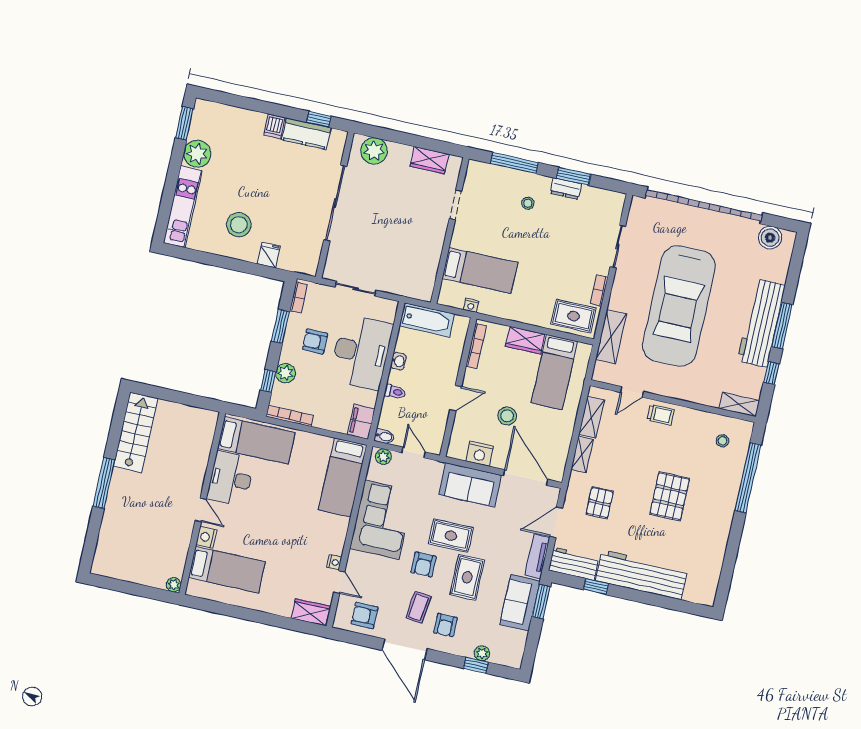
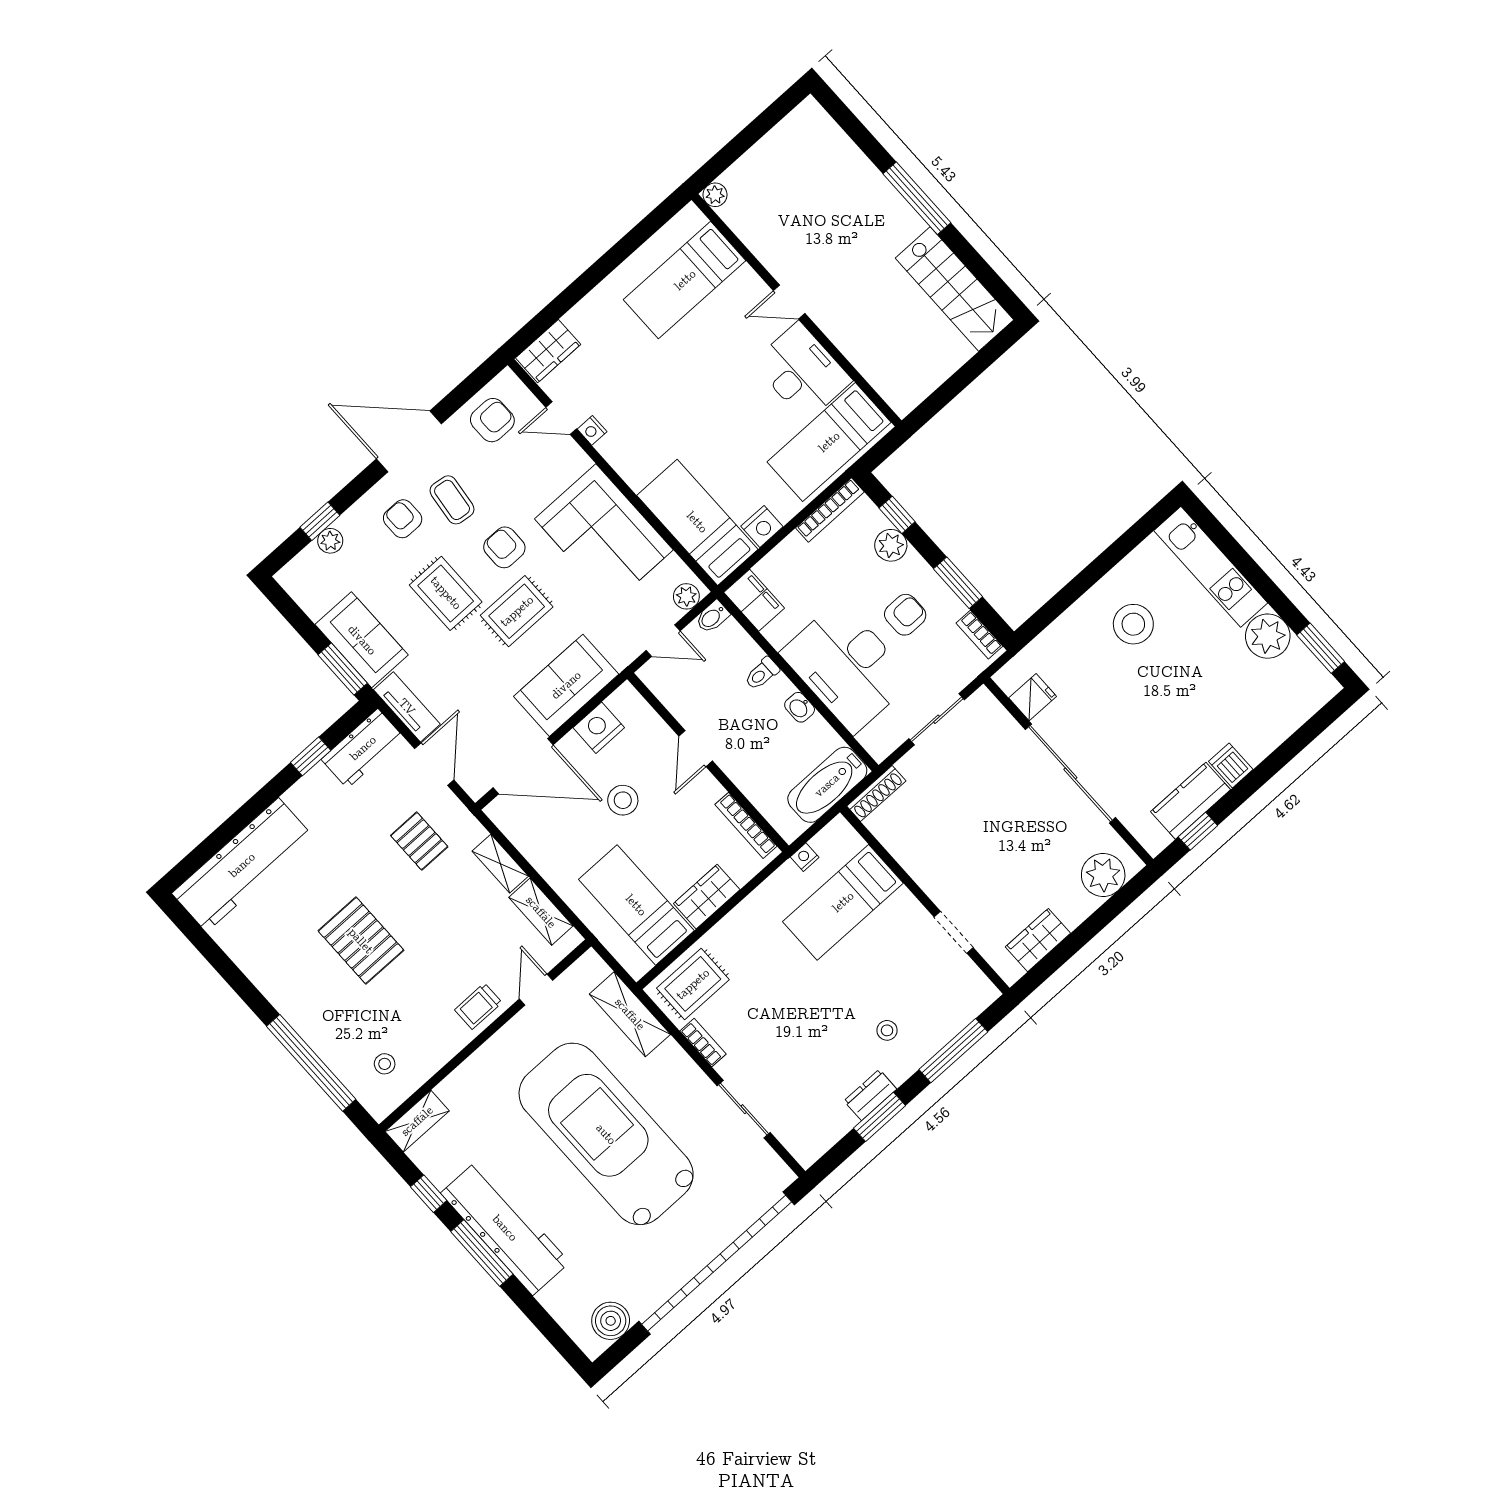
fridge: (269, 255) -> (1033, 697), moved, turned -90
shoe rack: (414, 292) -> (876, 793), added
nightstand: (206, 537) -> (762, 526), moved, turned 90
workbench: (642, 575) -> (242, 865), moved

